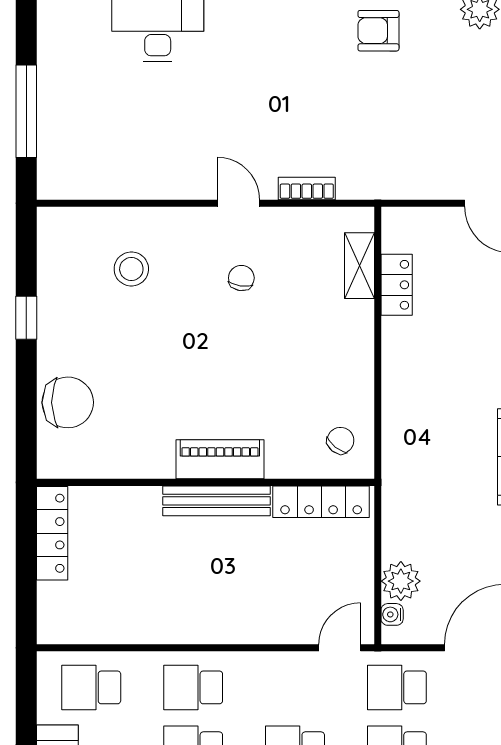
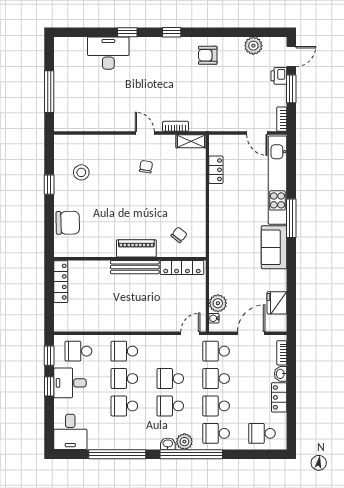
shelving: (359, 266) -> (191, 141), moved, turned 90
stool: (131, 269) -> (81, 172), moved
chair: (341, 441) -> (179, 235), moved
window: (26, 698) -> (49, 356), added

